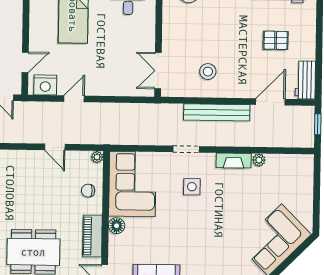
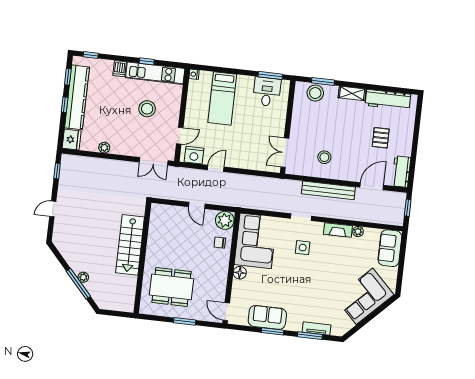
pallet: (276, 40) -> (381, 138), turned 90
plant: (97, 157) -> (225, 220), width x1.87, depth x1.87
sofa: (301, 177) -> (390, 248), added
piano: (92, 236) -> (220, 279), removed

